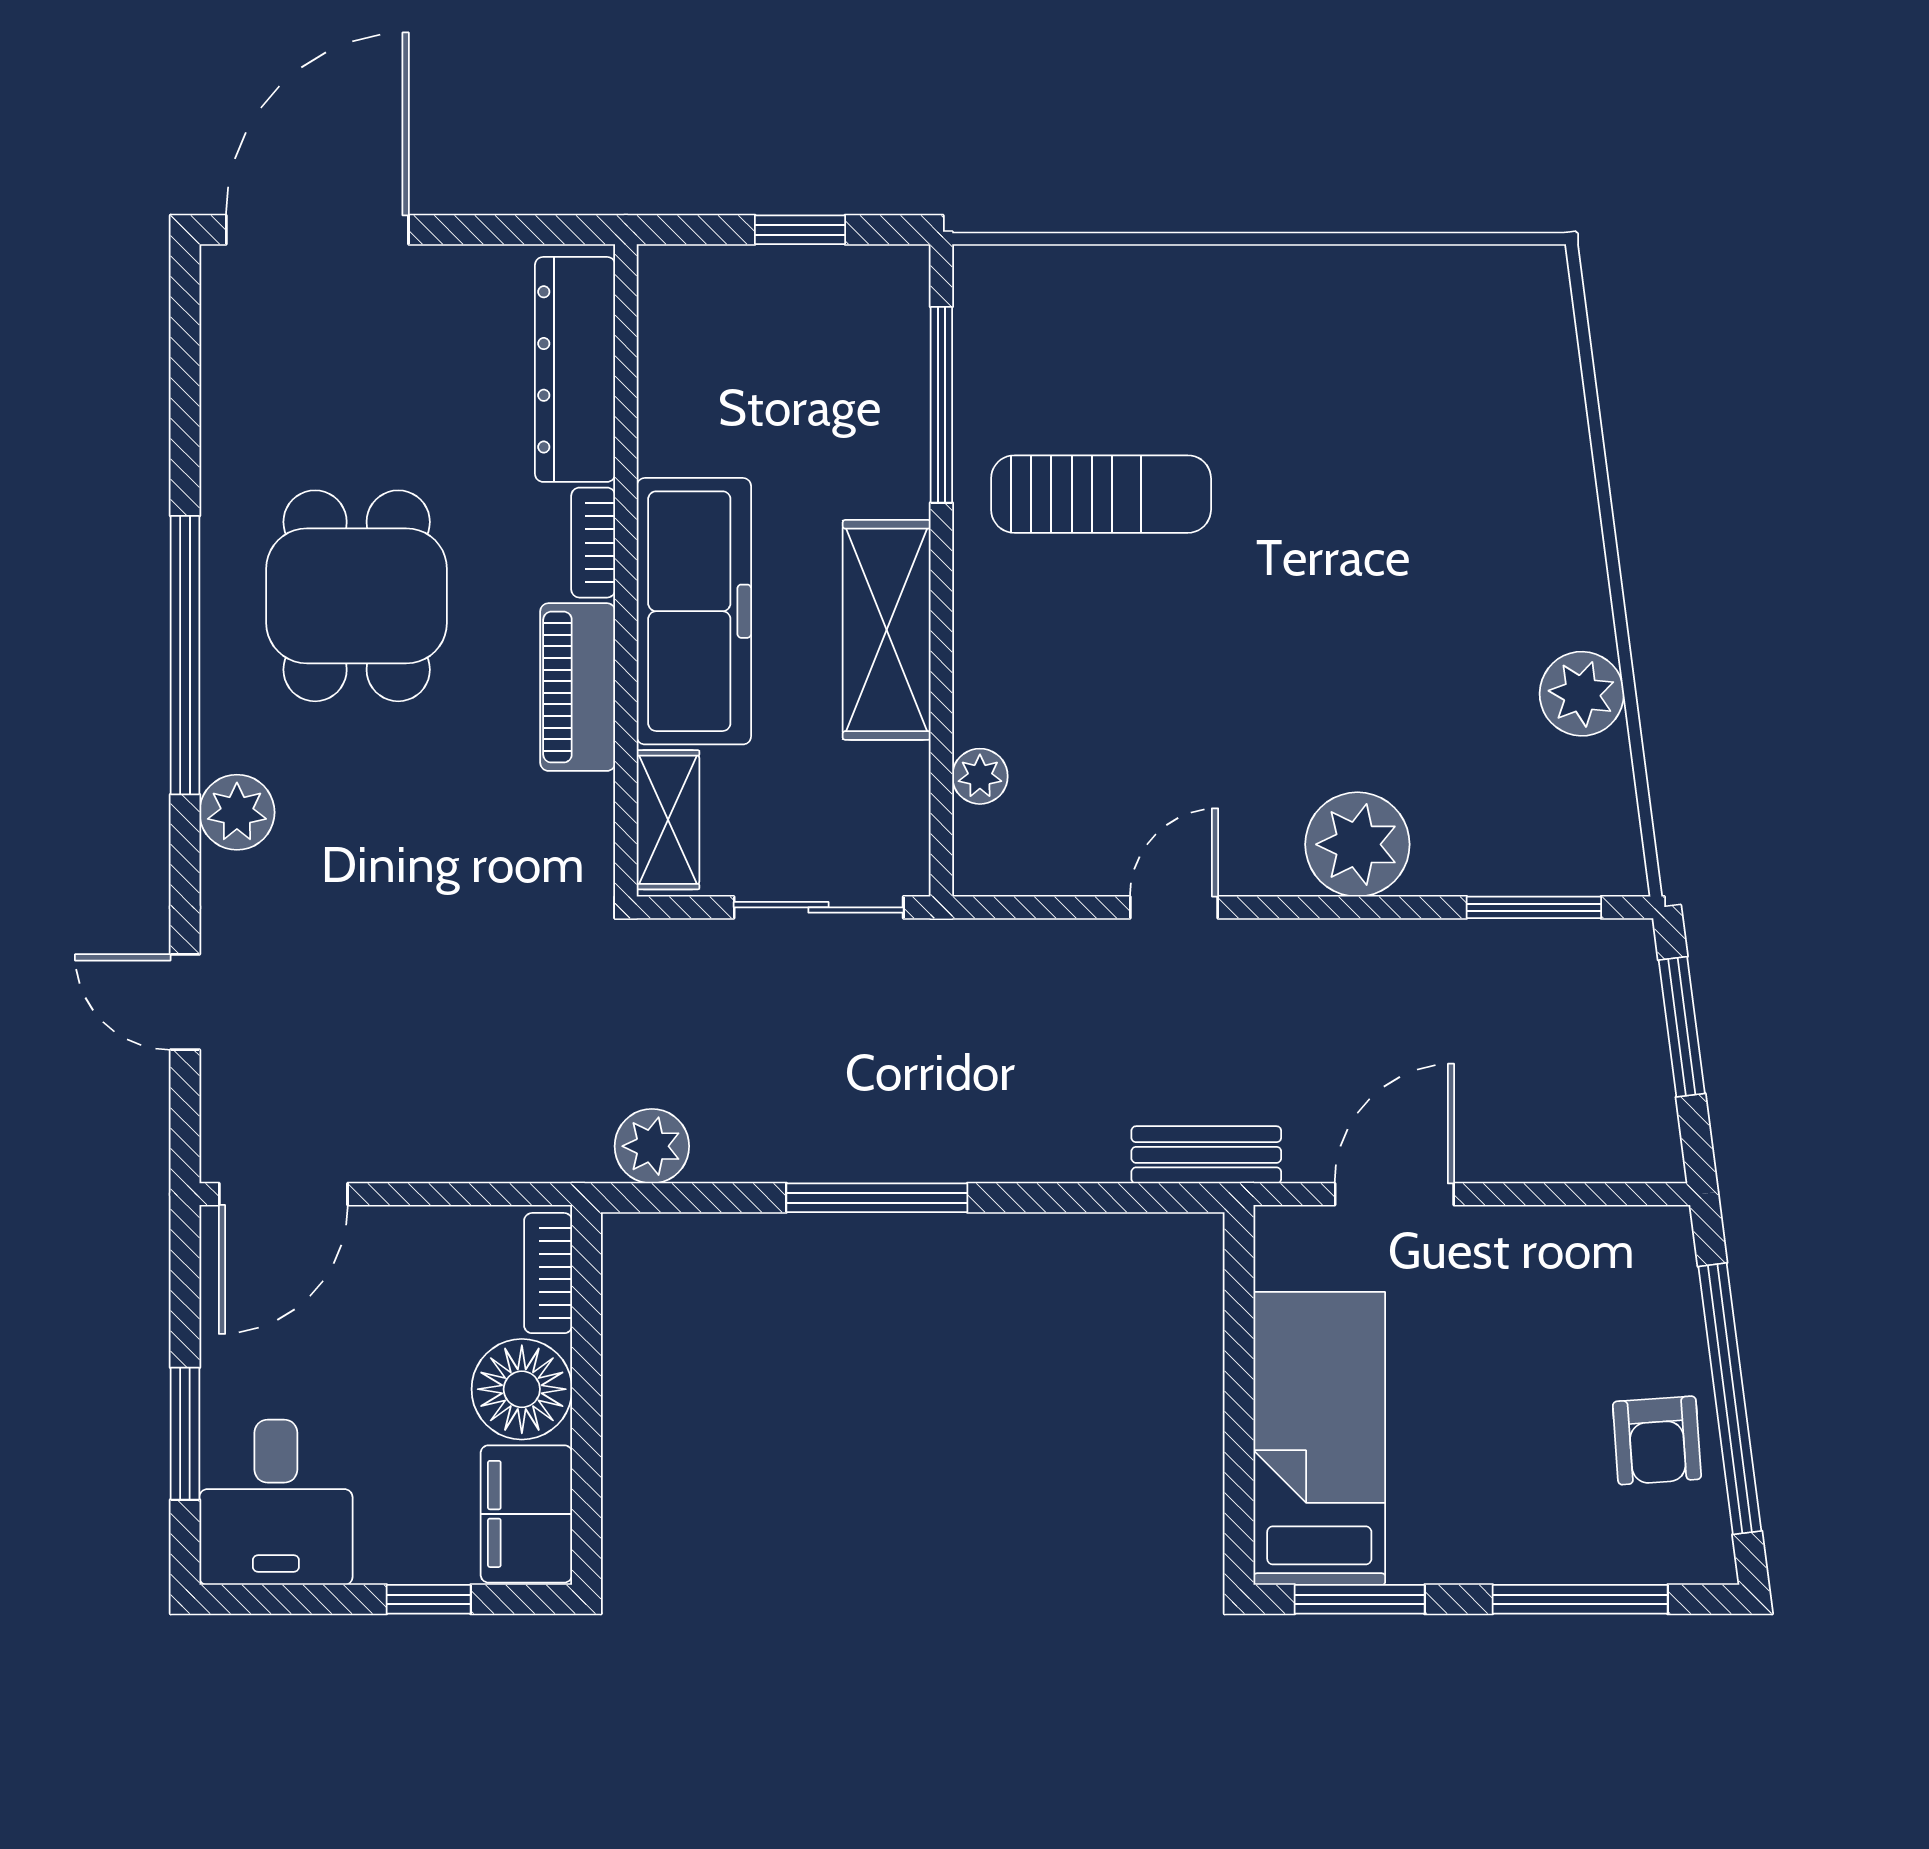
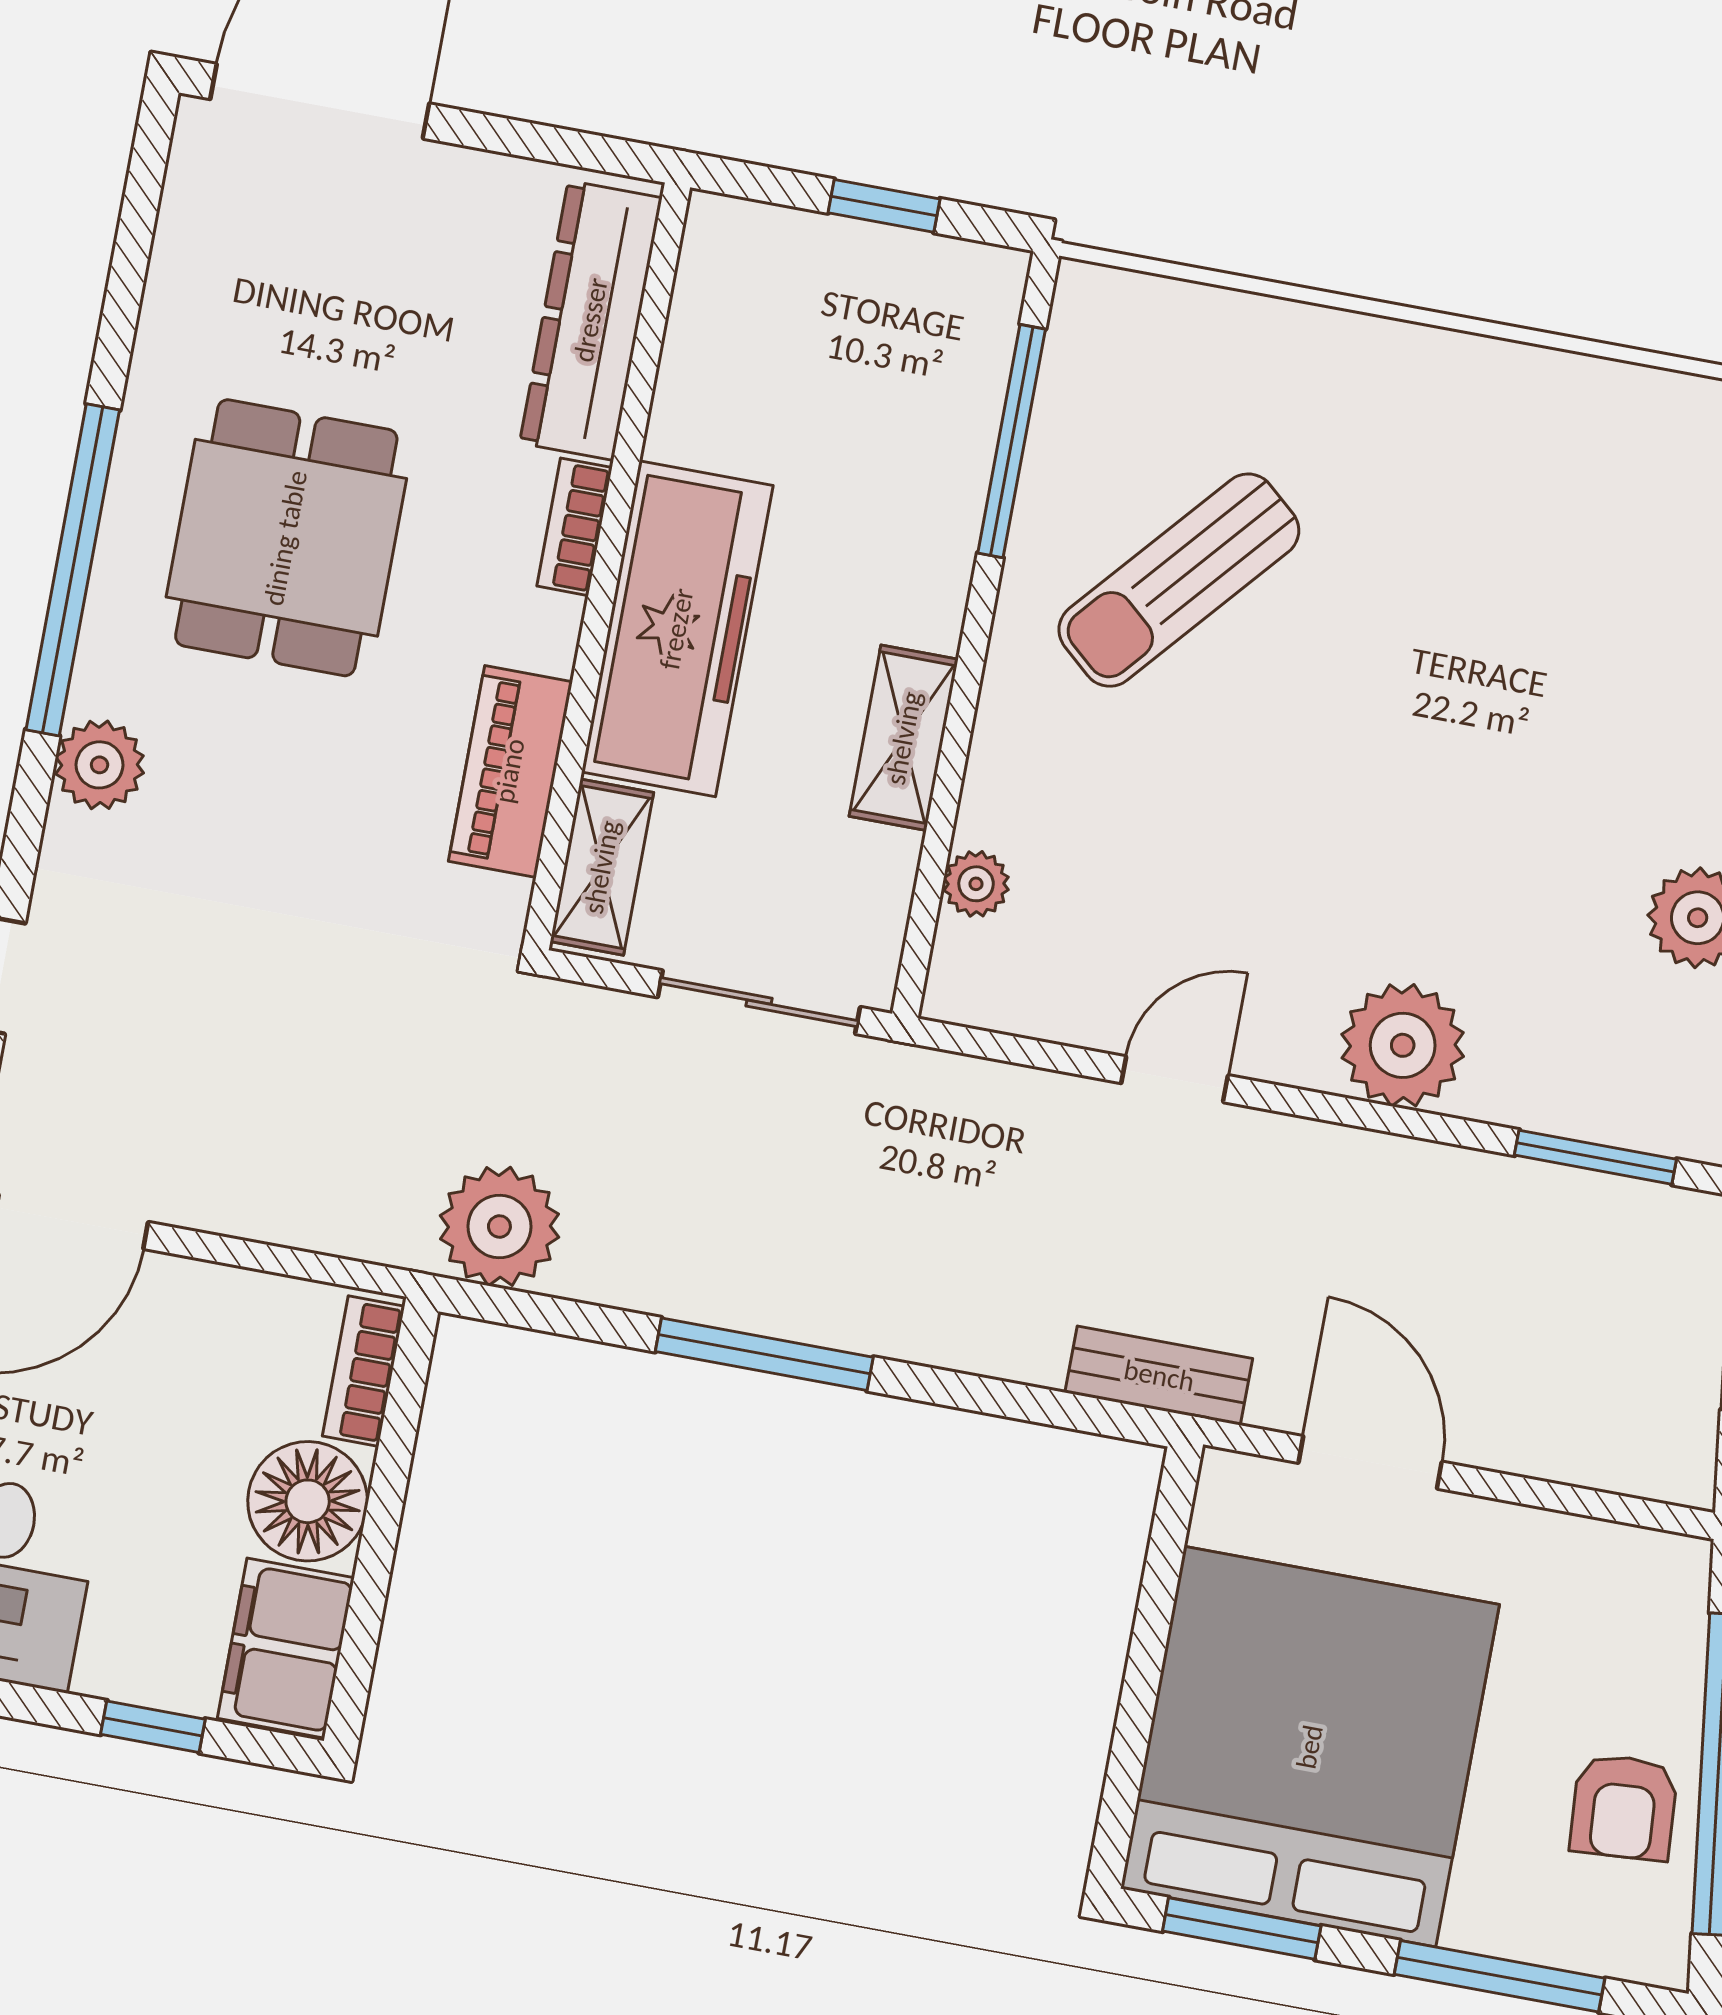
sun lounger: (1101, 494) -> (1179, 580), turned 131
shelving: (887, 630) -> (904, 738), width x0.67, depth x0.75
piano: (578, 687) -> (510, 771), moved
plant: (652, 1146) -> (499, 1226), width x1.36, depth x1.36
door: (1394, 1194) -> (1370, 1462), hinge flipped
bed: (1319, 1438) -> (1310, 1747), width x2.04

